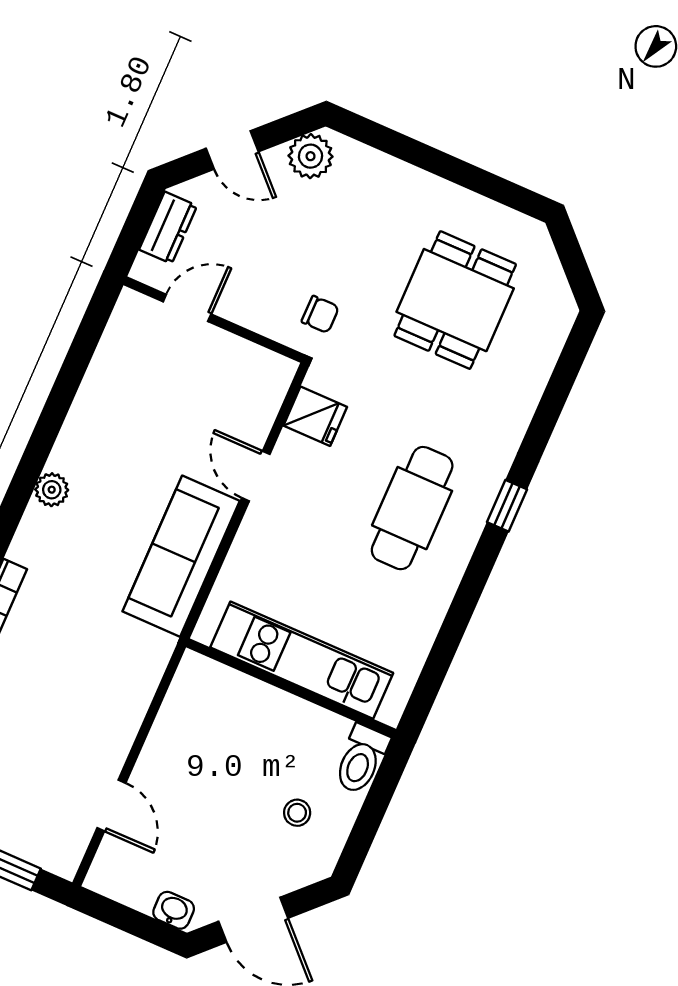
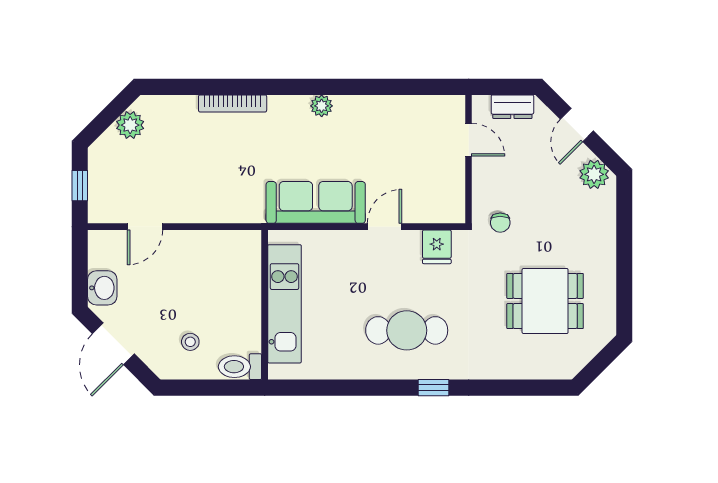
washbasin: (174, 910) -> (102, 288), width x1.38, depth x1.45

